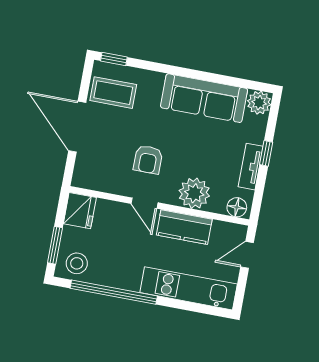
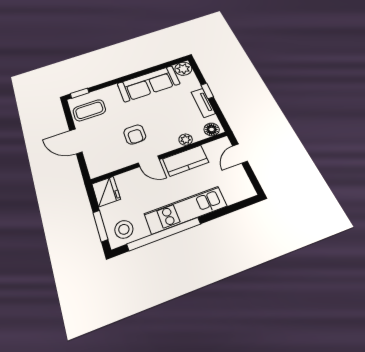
door: (77, 127) -> (76, 141), width x0.73
plant: (194, 193) -> (186, 140), width x0.53, depth x0.53
kitchen unit: (189, 288) -> (186, 210), moved

